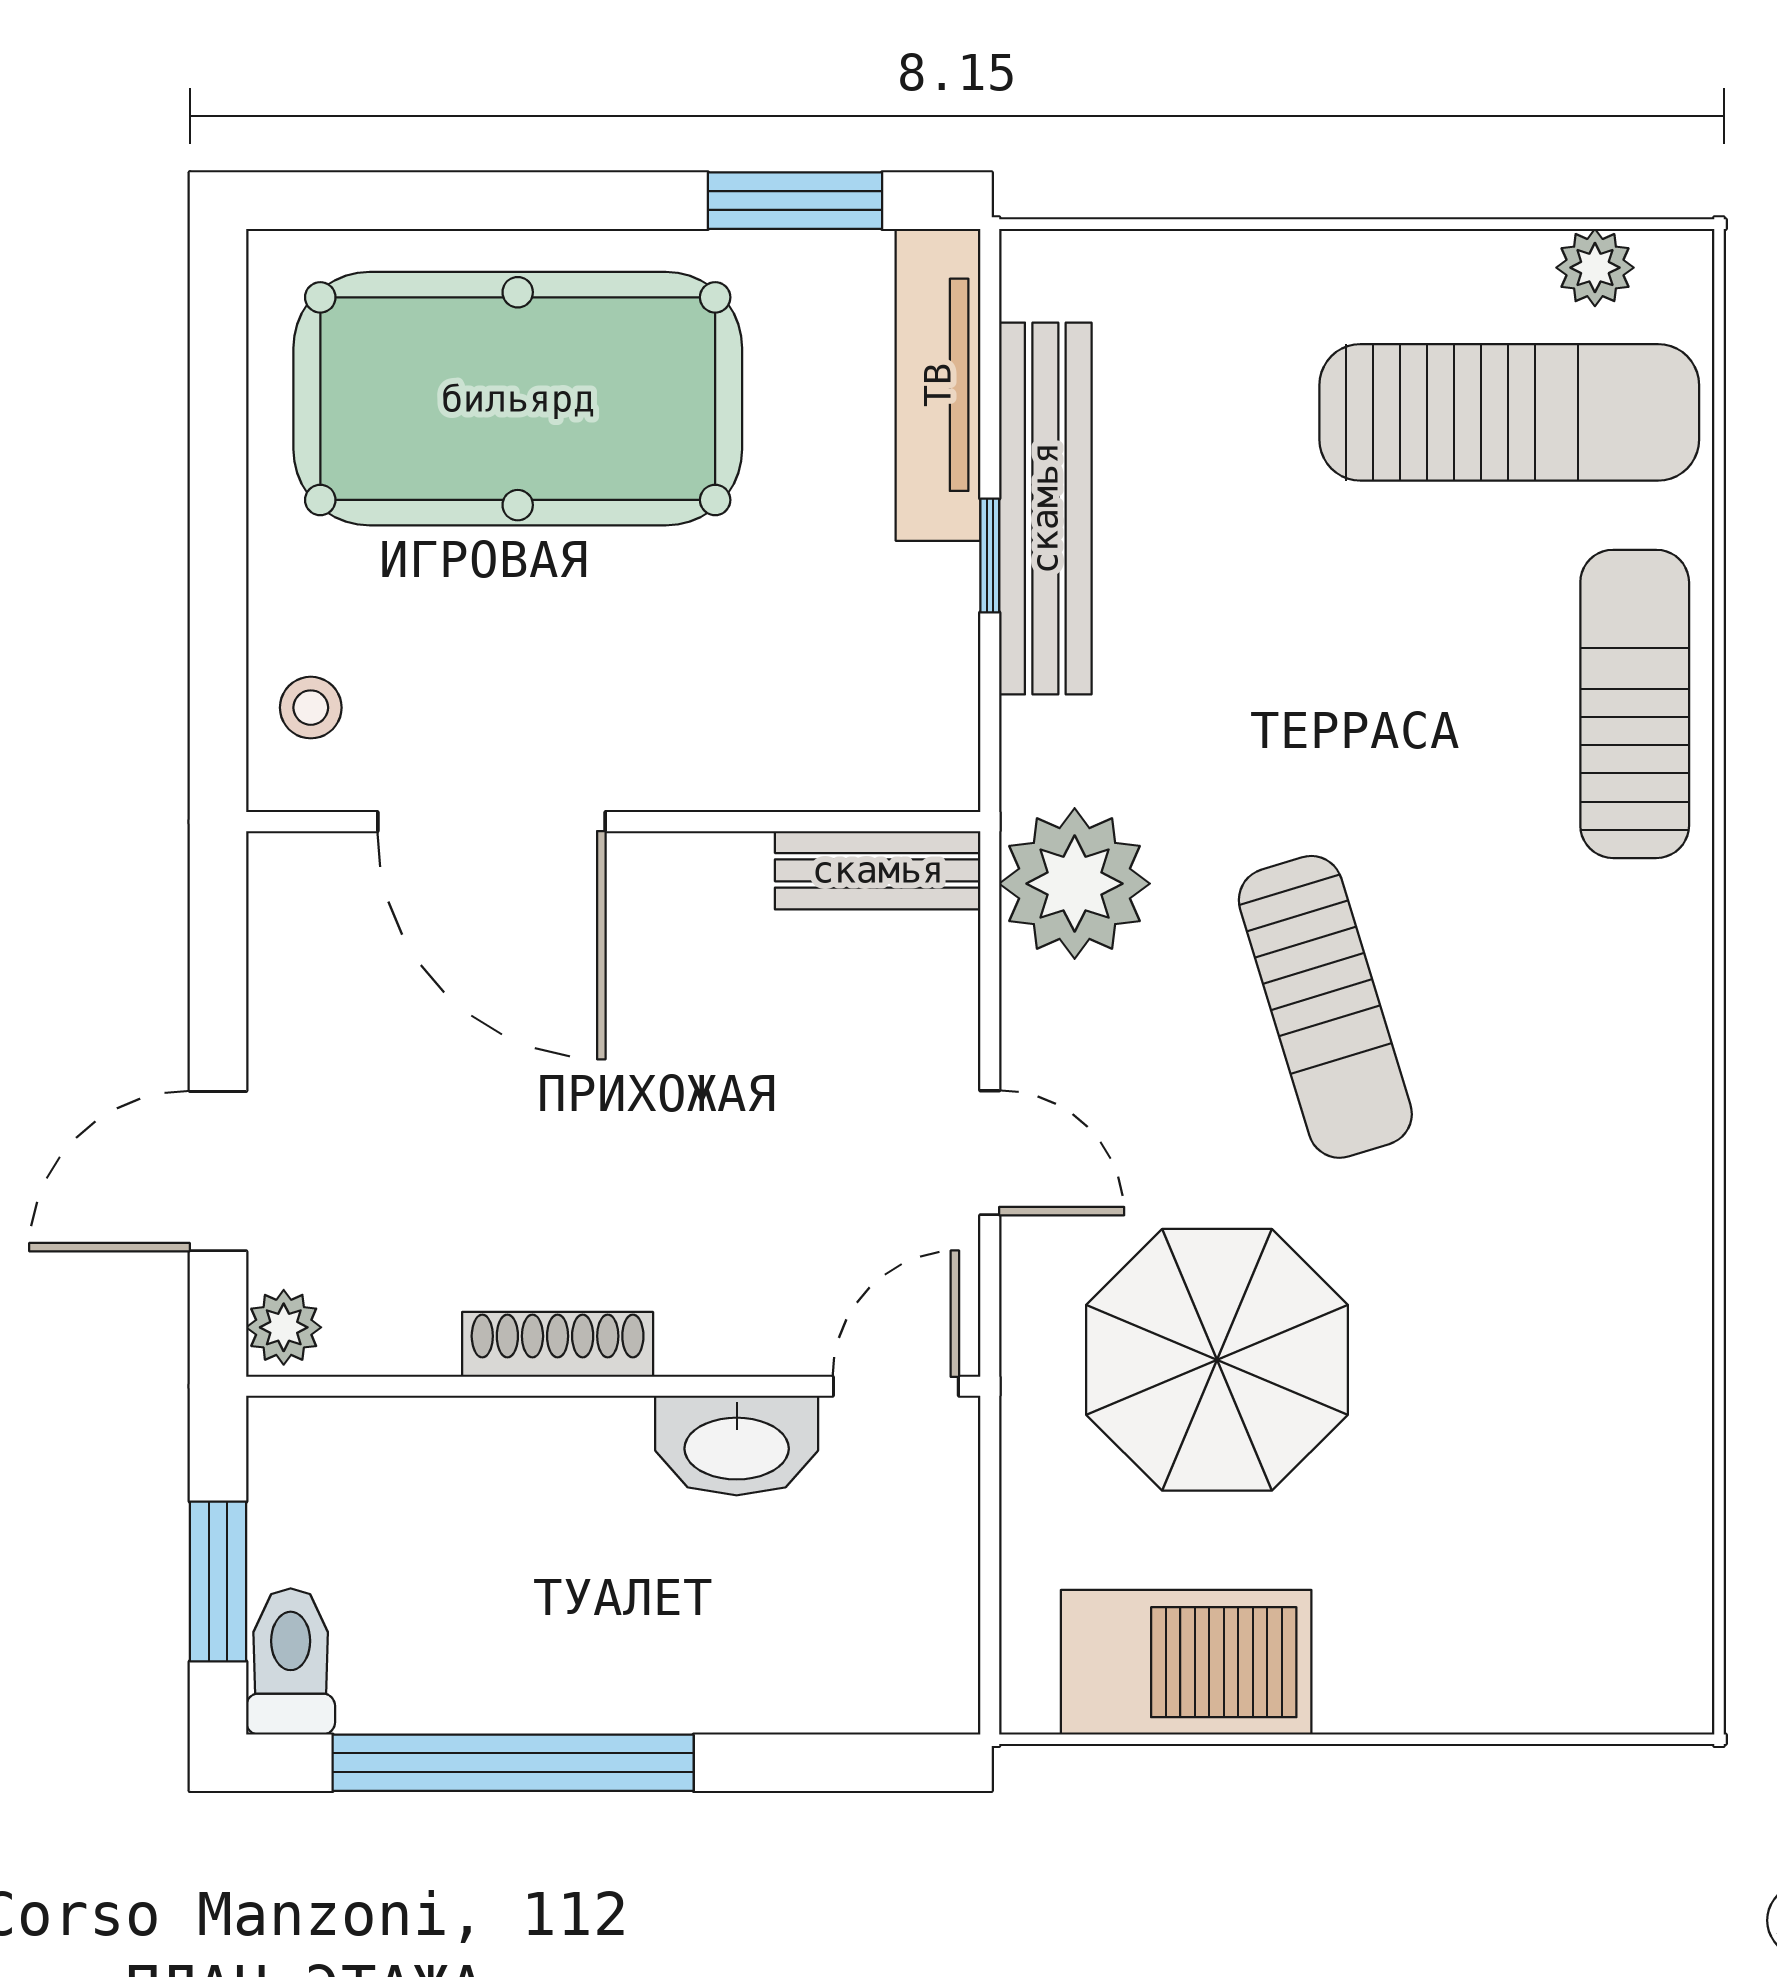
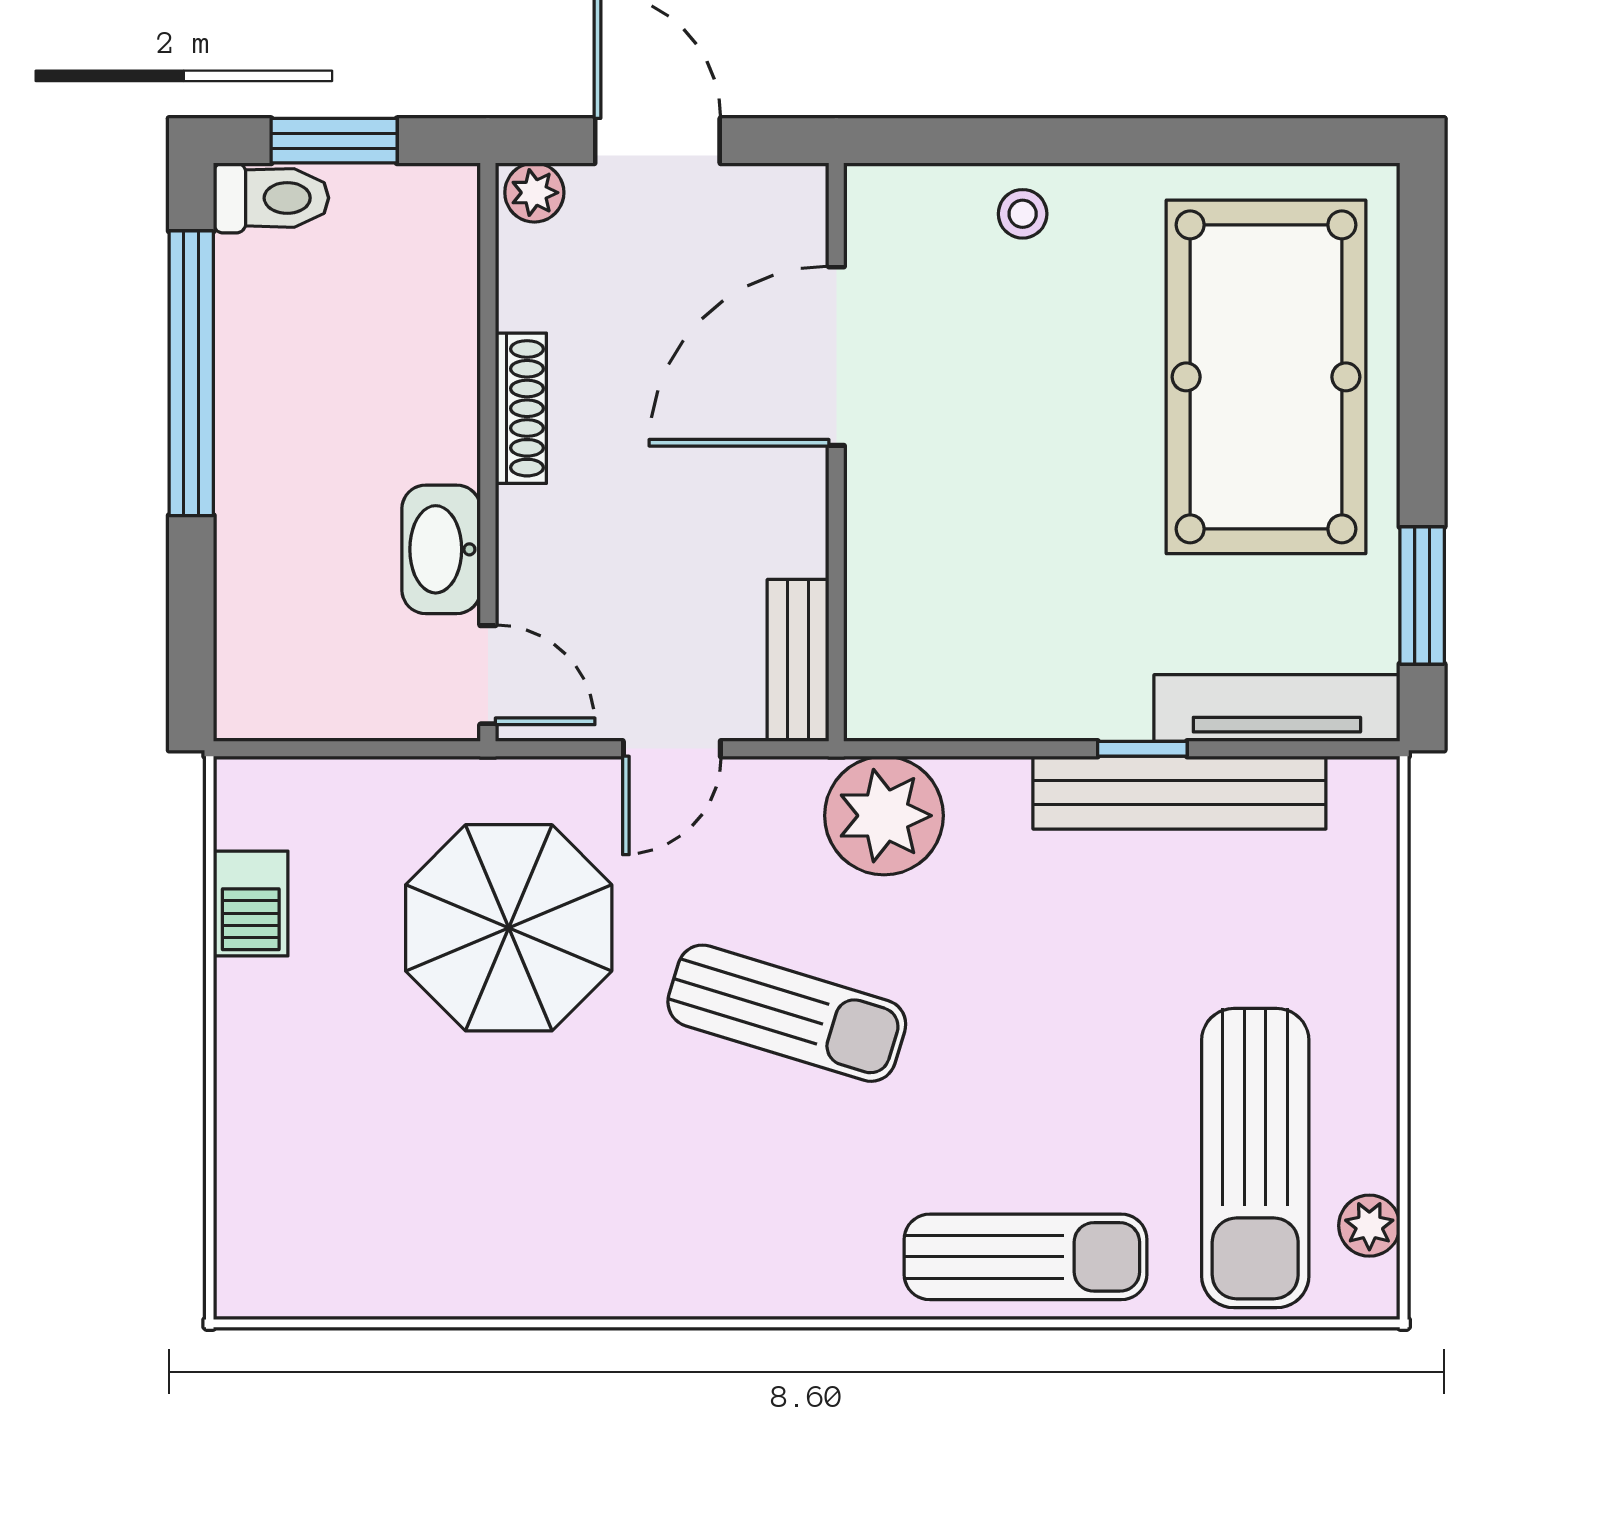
door: (491, 822) -> (836, 356), moved
wall: (613, 822) -> (836, 452), moved
bench: (878, 870) -> (798, 660), moved
sun lounger: (1325, 1007) -> (787, 1013), turned -146
barbecue: (1186, 1662) -> (251, 904), width x0.53, depth x0.65

